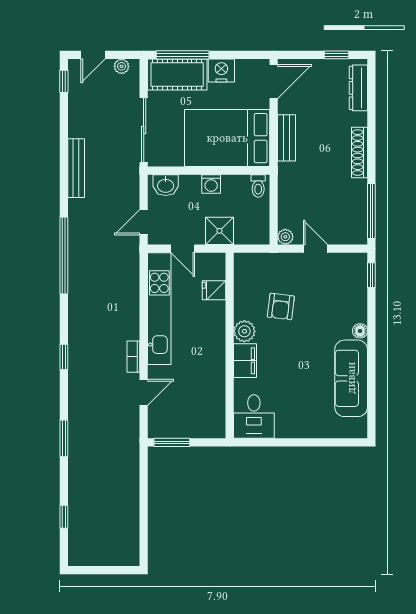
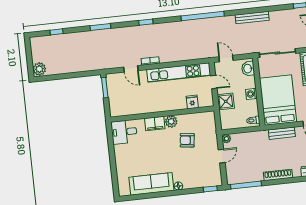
door: (183, 249) -> (214, 82), swing flipped
plant: (126, 554) -> (39, 69), added

